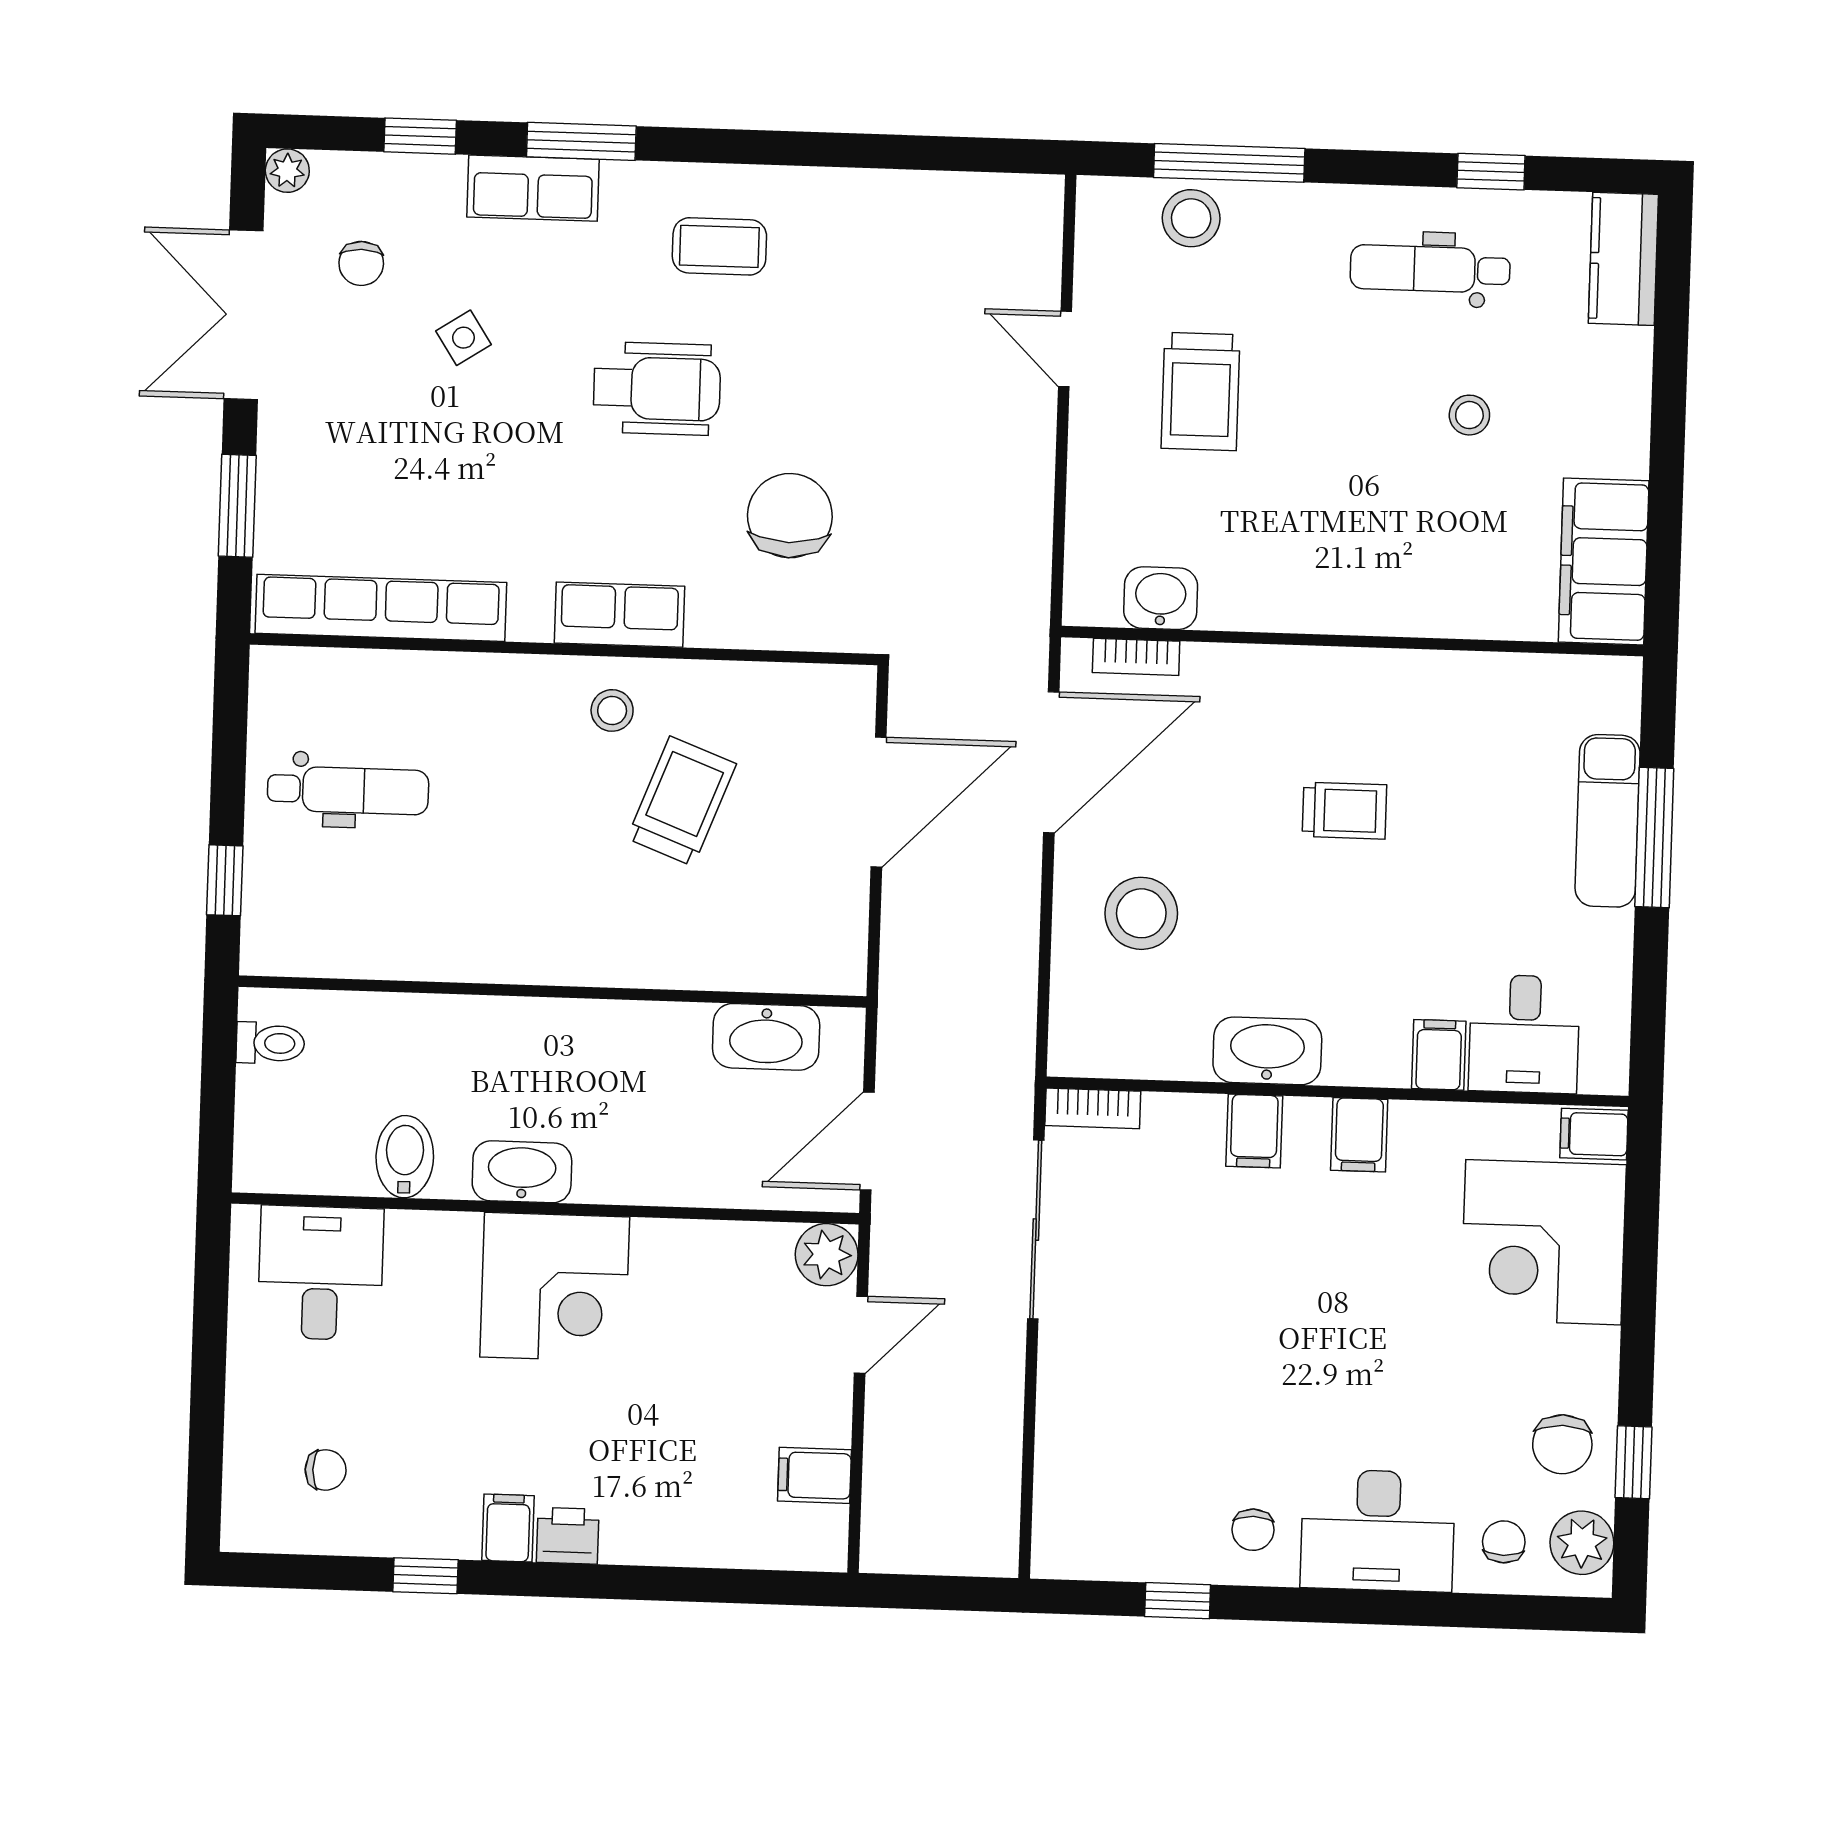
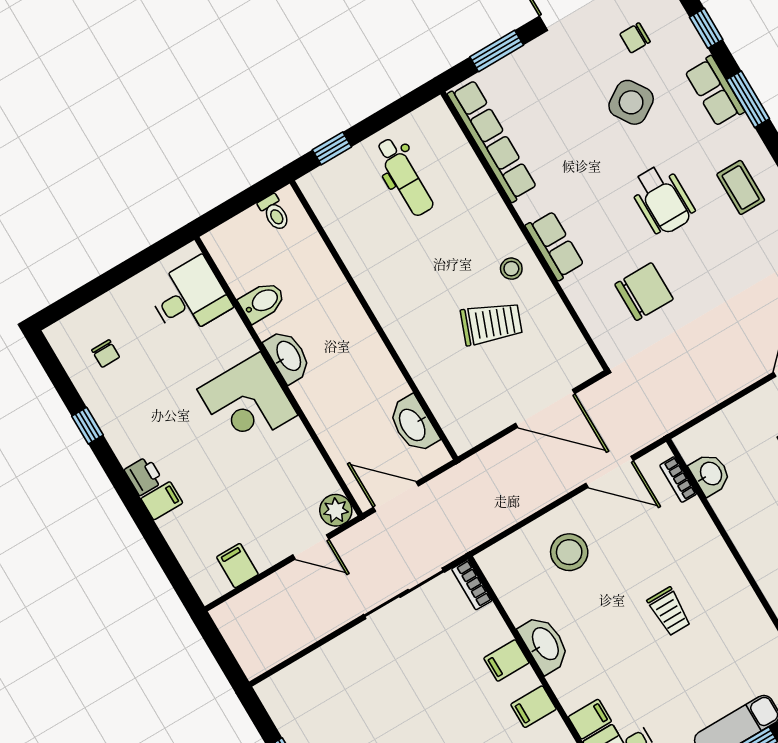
side table: (463, 338) -> (631, 102), width x1.87, depth x1.87
door: (1051, 762) -> (610, 472), width x0.73
filing cabinet: (508, 1528) -> (162, 501), moved

